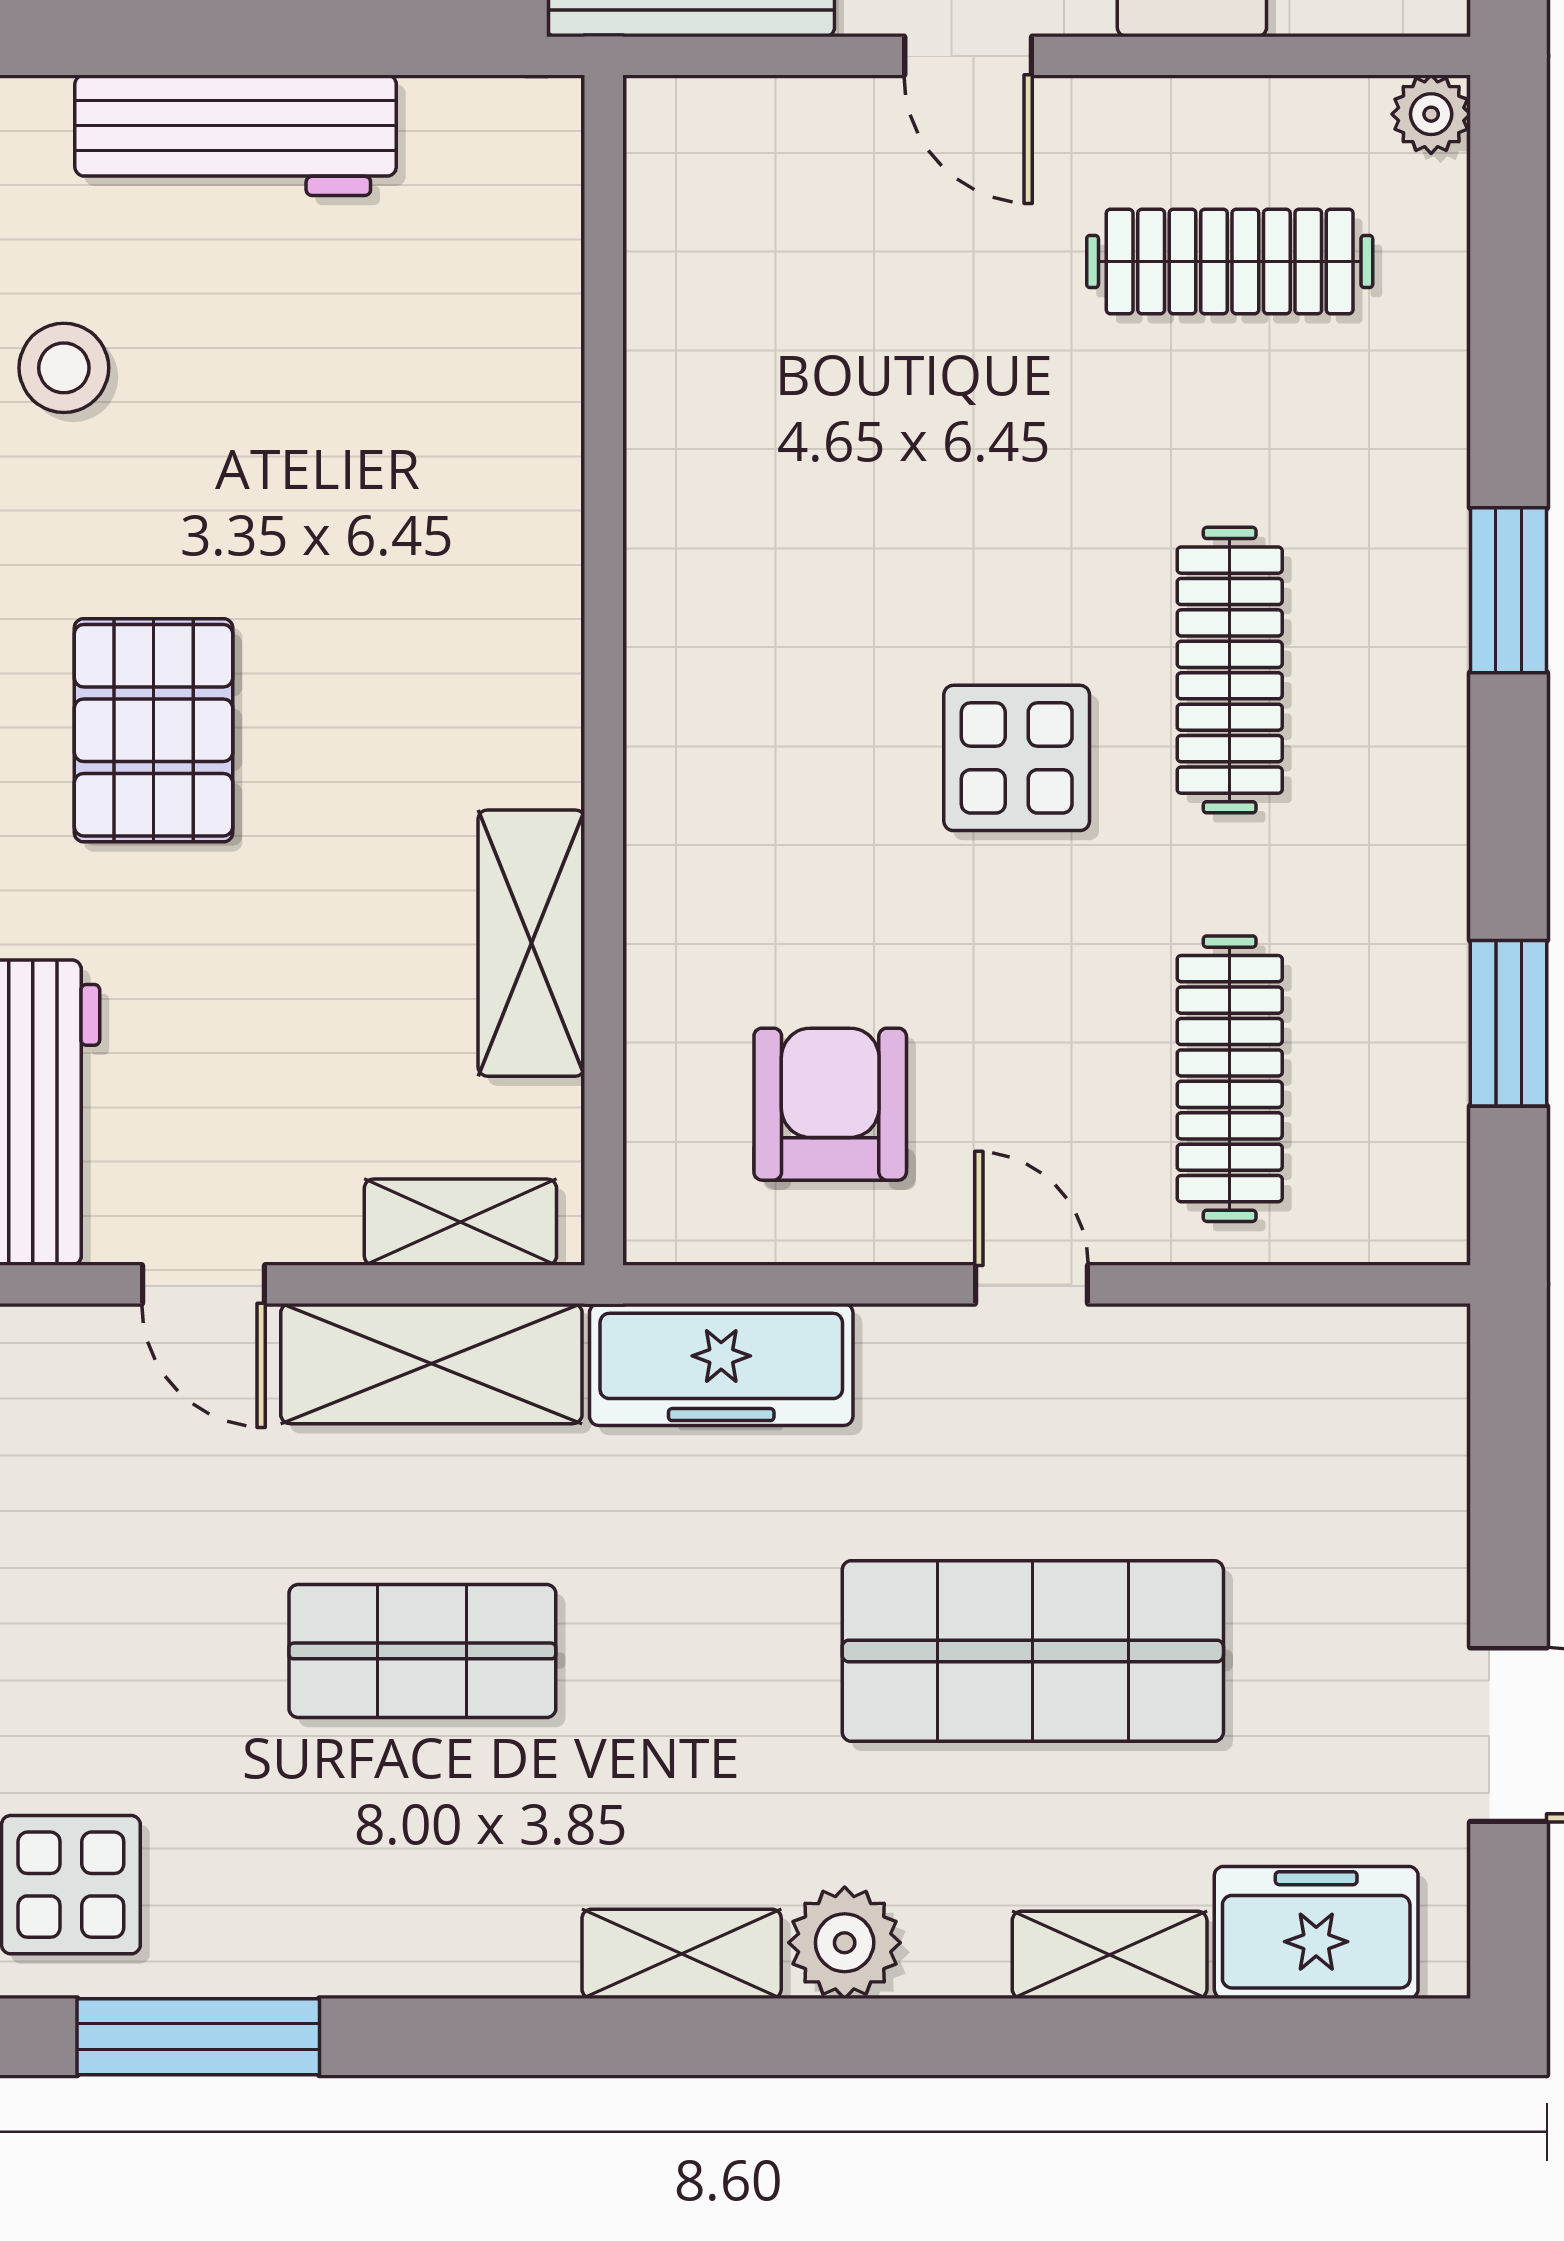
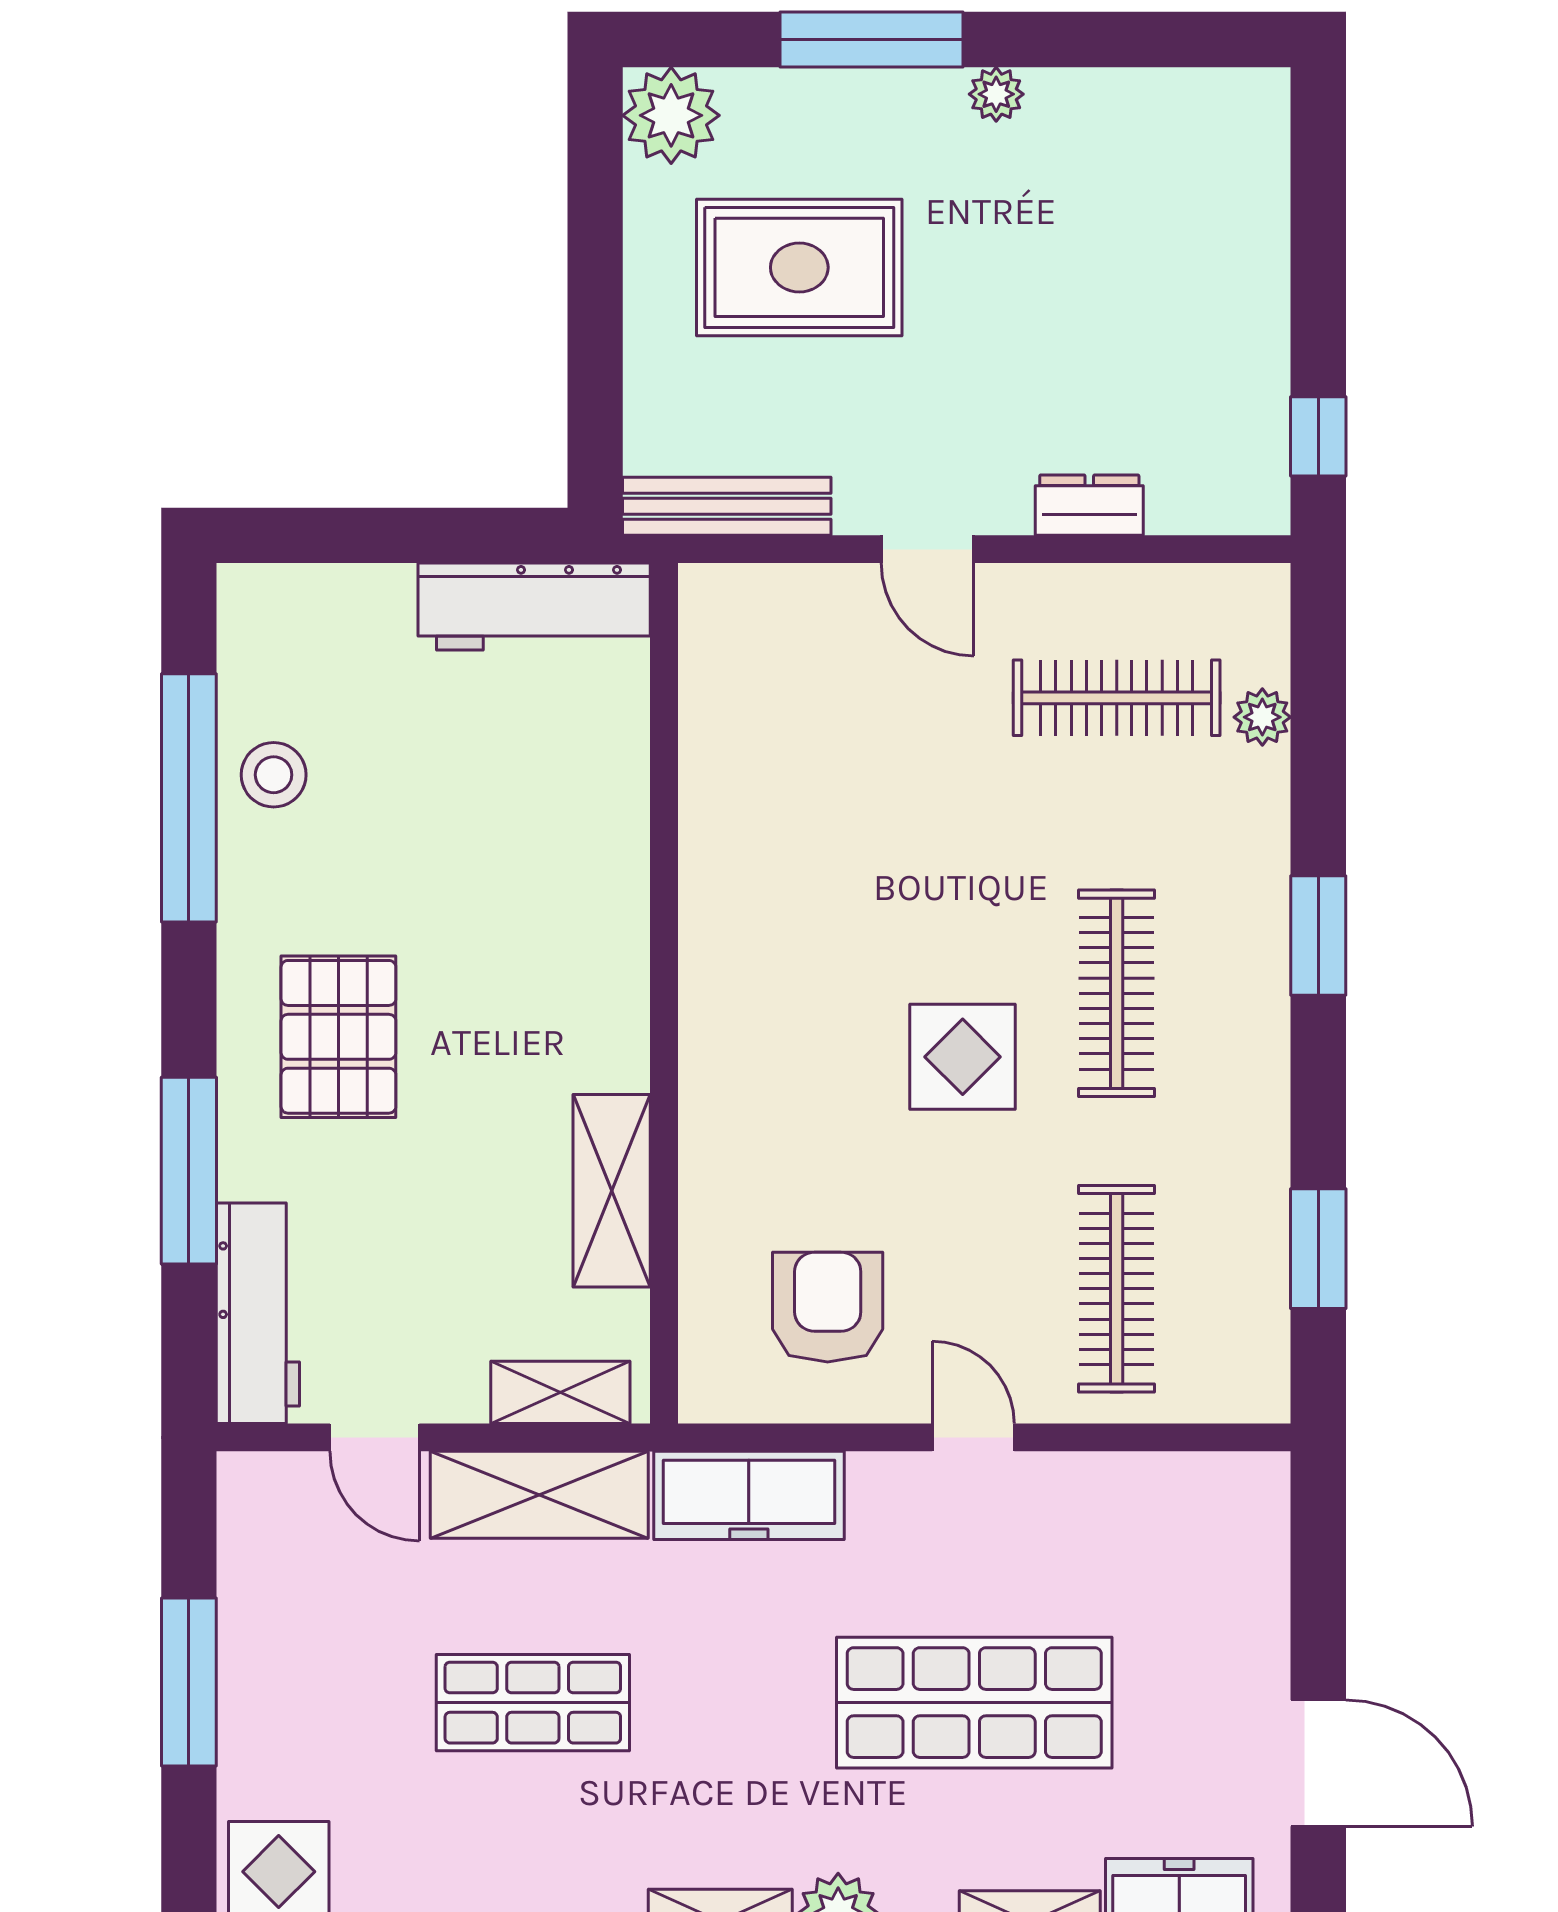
plant: (1431, 114) -> (1262, 717), moved
workbench: (236, 135) -> (534, 607), moved

